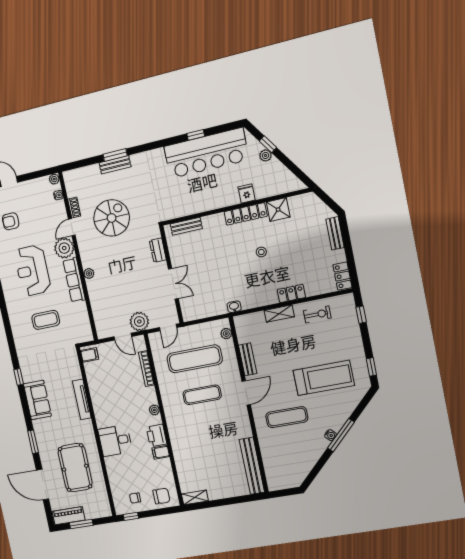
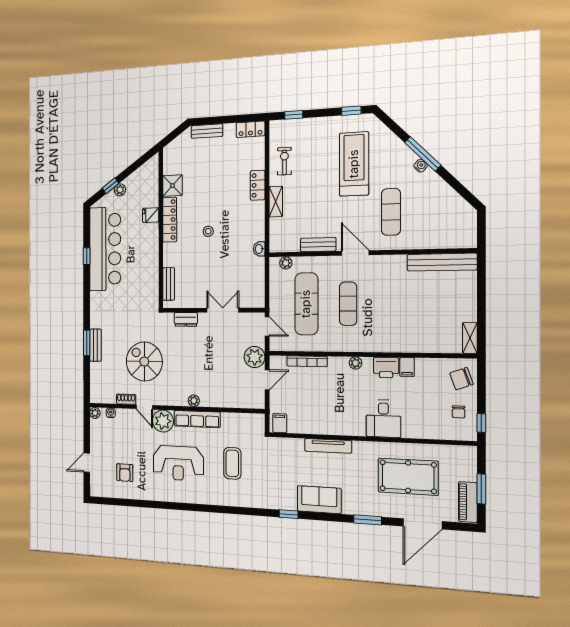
stool: (261, 252) -> (208, 231), moved
chair: (161, 496) -> (461, 379), turned -110

